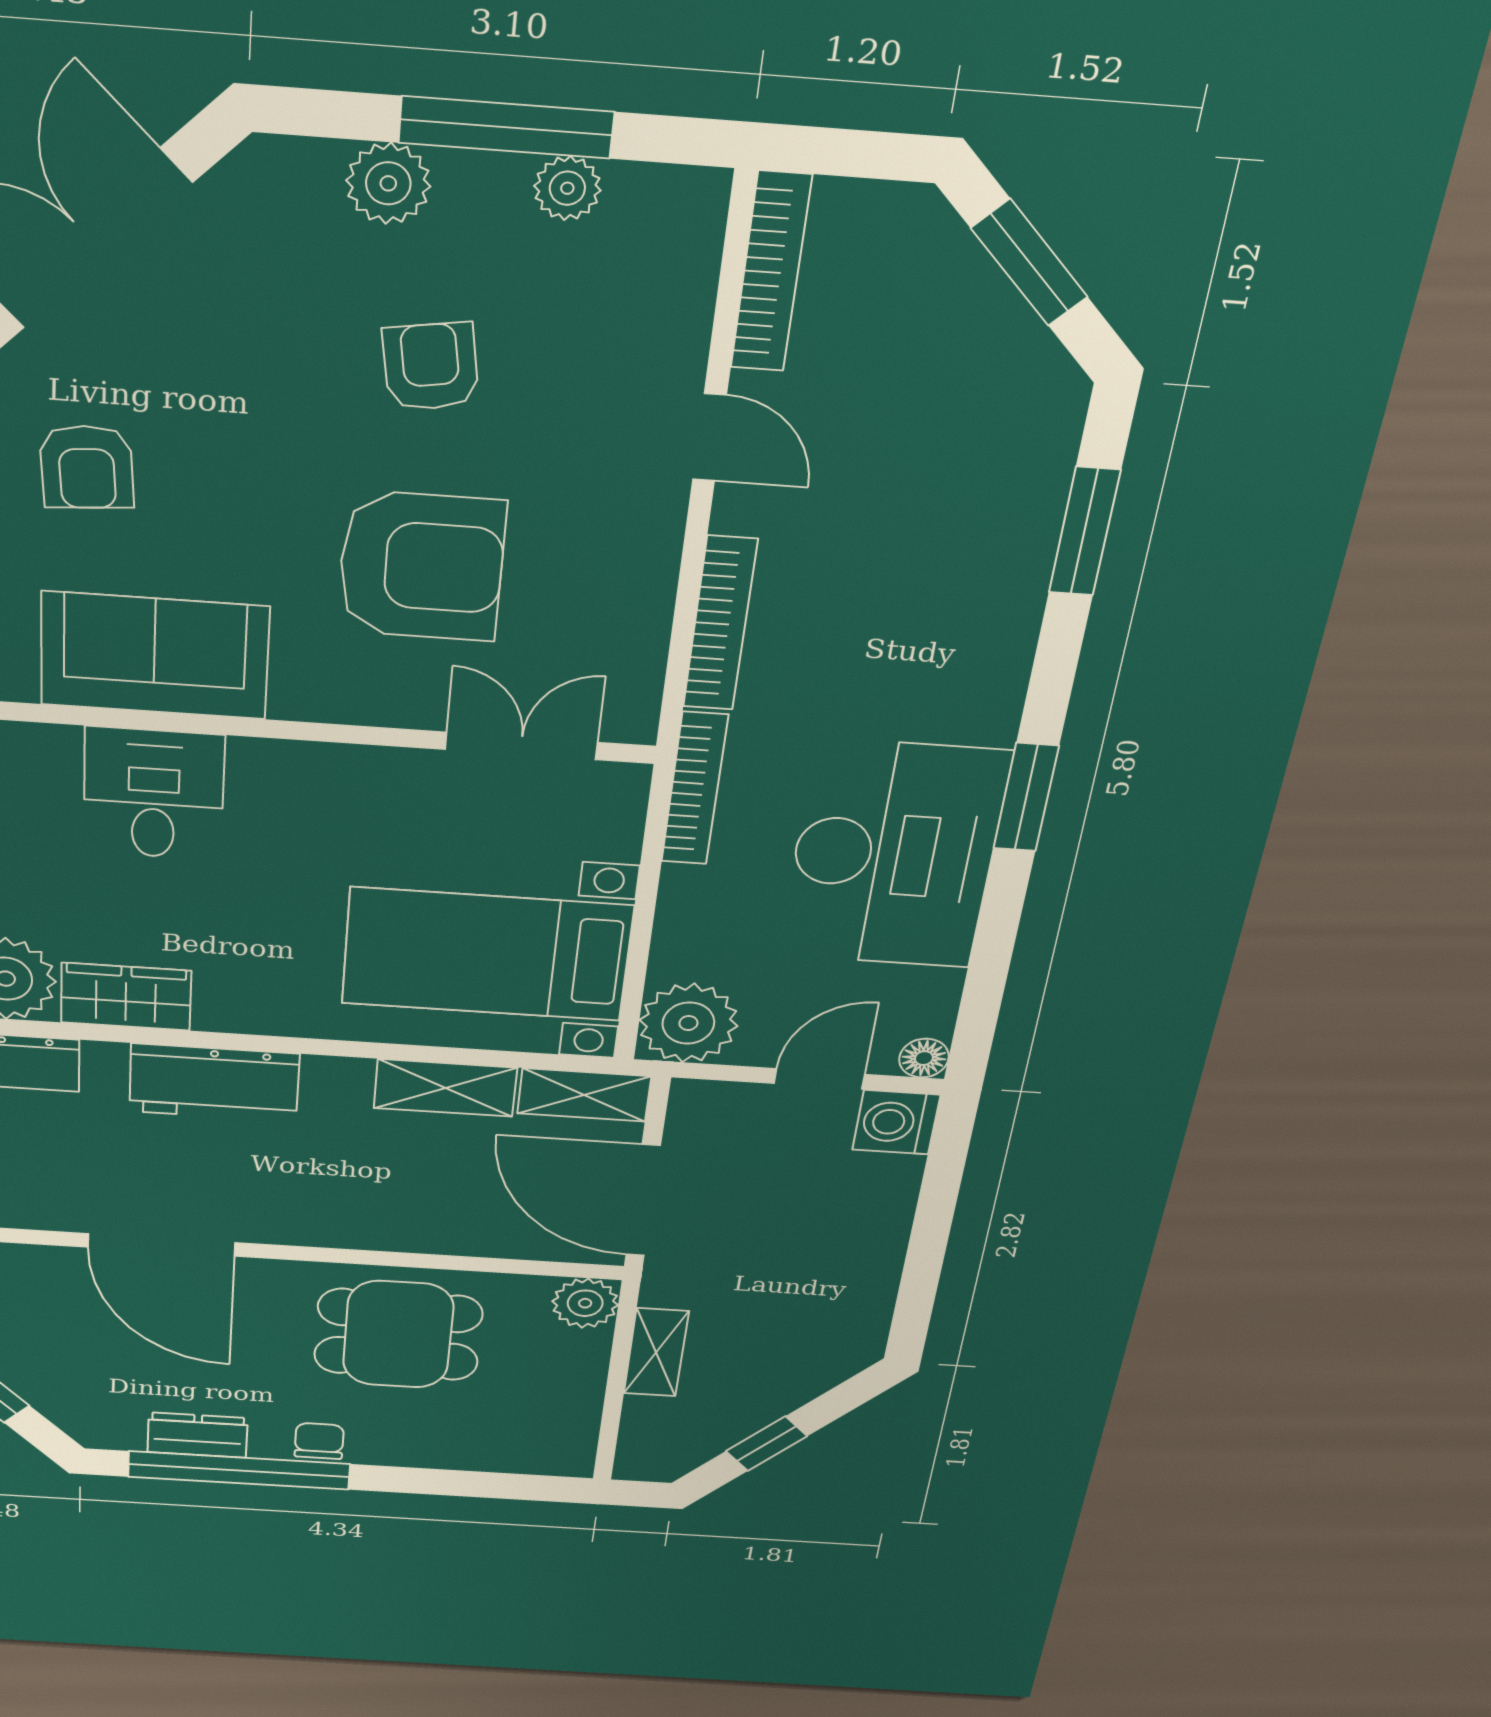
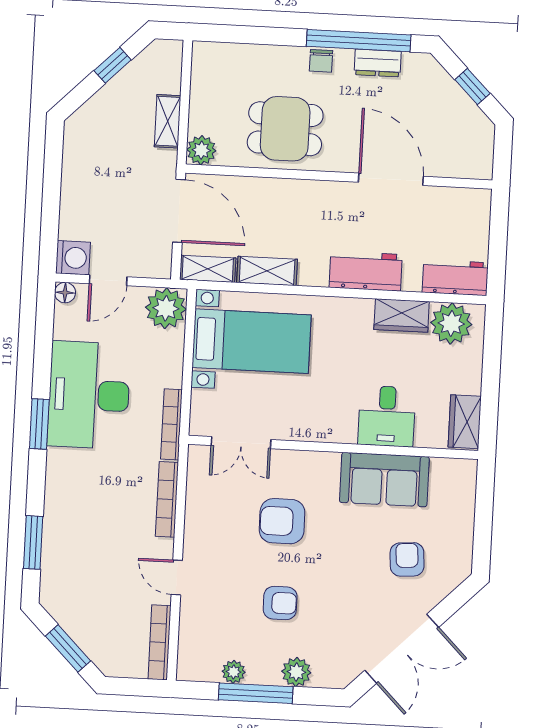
armchair: (431, 367) -> (280, 603), turned -81
armchair: (421, 566) -> (282, 521), width x0.73, depth x0.73

